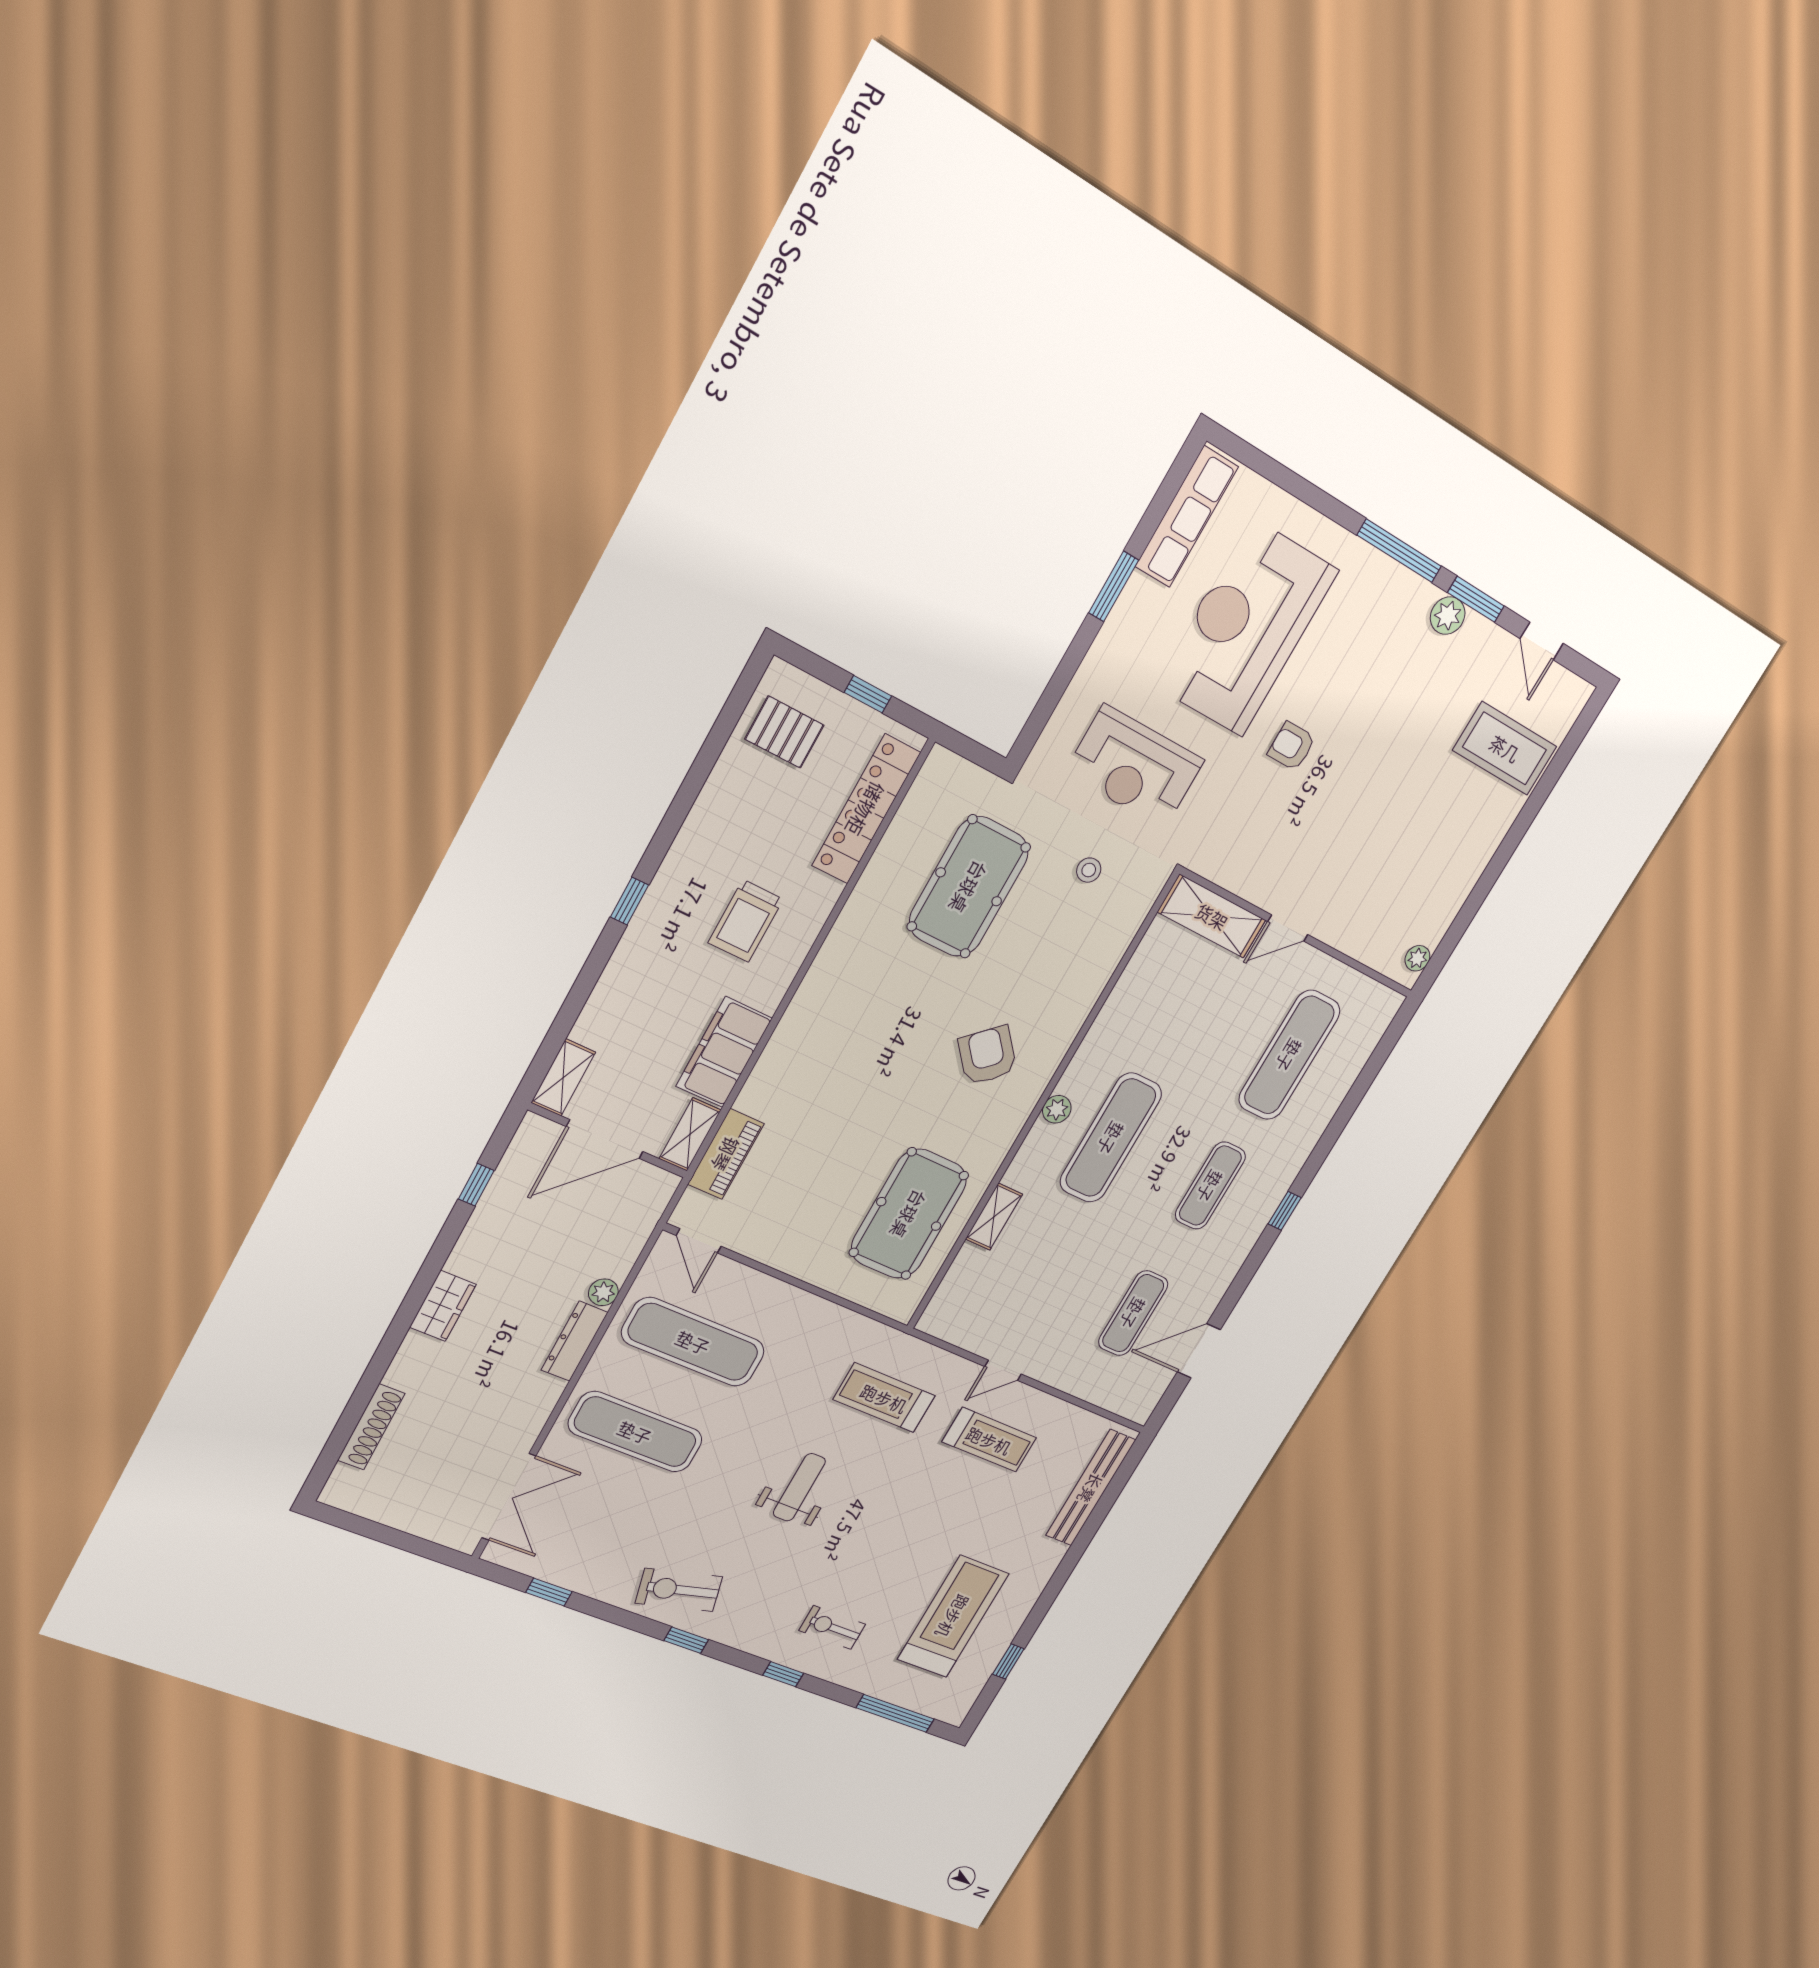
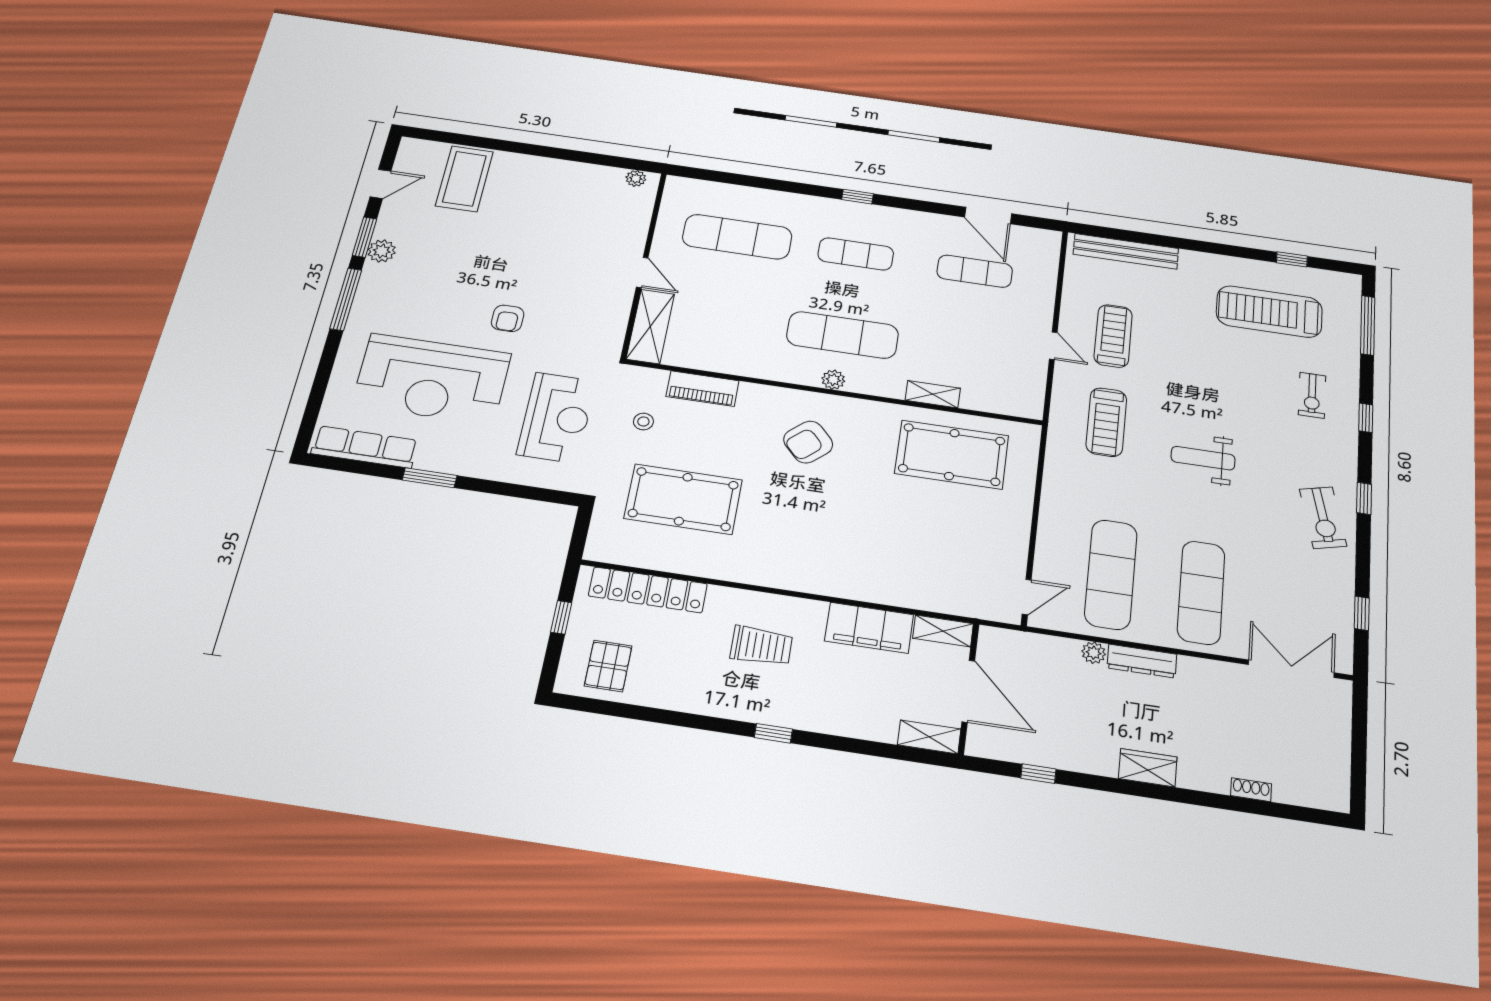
piano: (726, 1154) -> (702, 389), moved, turned 180
shoe rack: (371, 1427) -> (1251, 790), width x0.51, depth x0.81

